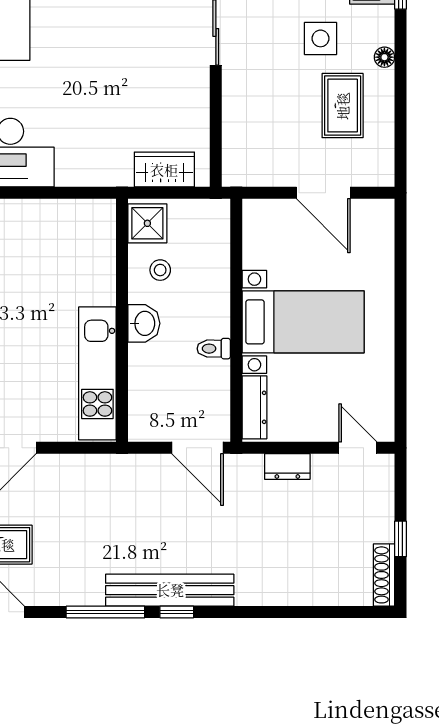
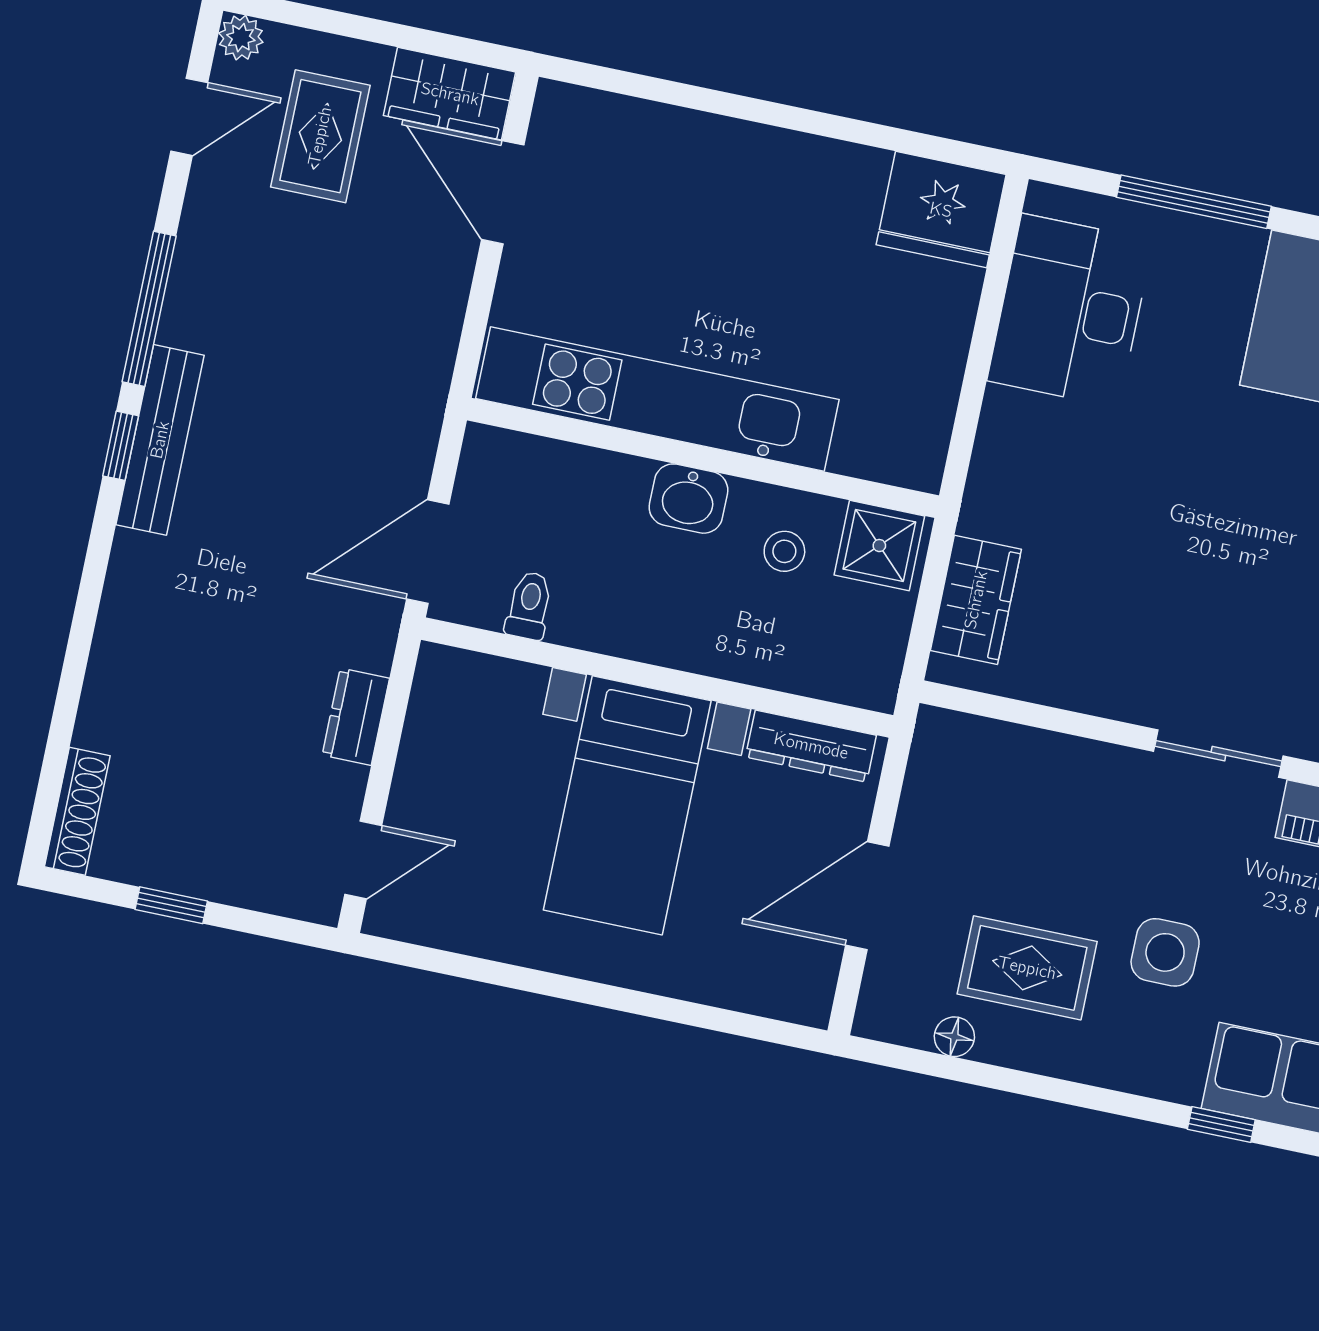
floor lamp: (384, 57) -> (954, 1037), moved
toilet: (214, 349) -> (529, 605), moved
kitchen unit: (97, 373) -> (657, 399), width x1.36
dresser: (255, 407) -> (811, 746), moved
shoe rack: (384, 575) -> (77, 811), moved, turned 90
bench: (170, 590) -> (160, 440), width x0.73, depth x0.82

